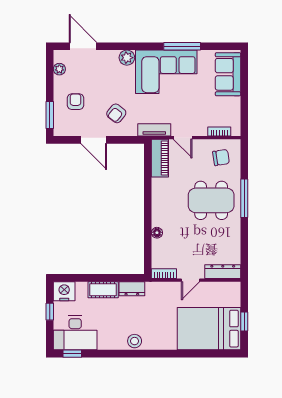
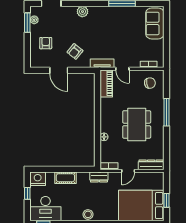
corner sofa: (166, 72) -> (111, 22), removed
window: (50, 115) -> (27, 23), moved
dining table: (211, 200) -> (137, 124), moved, turned 90
dresser: (132, 289) -> (99, 177), moved

